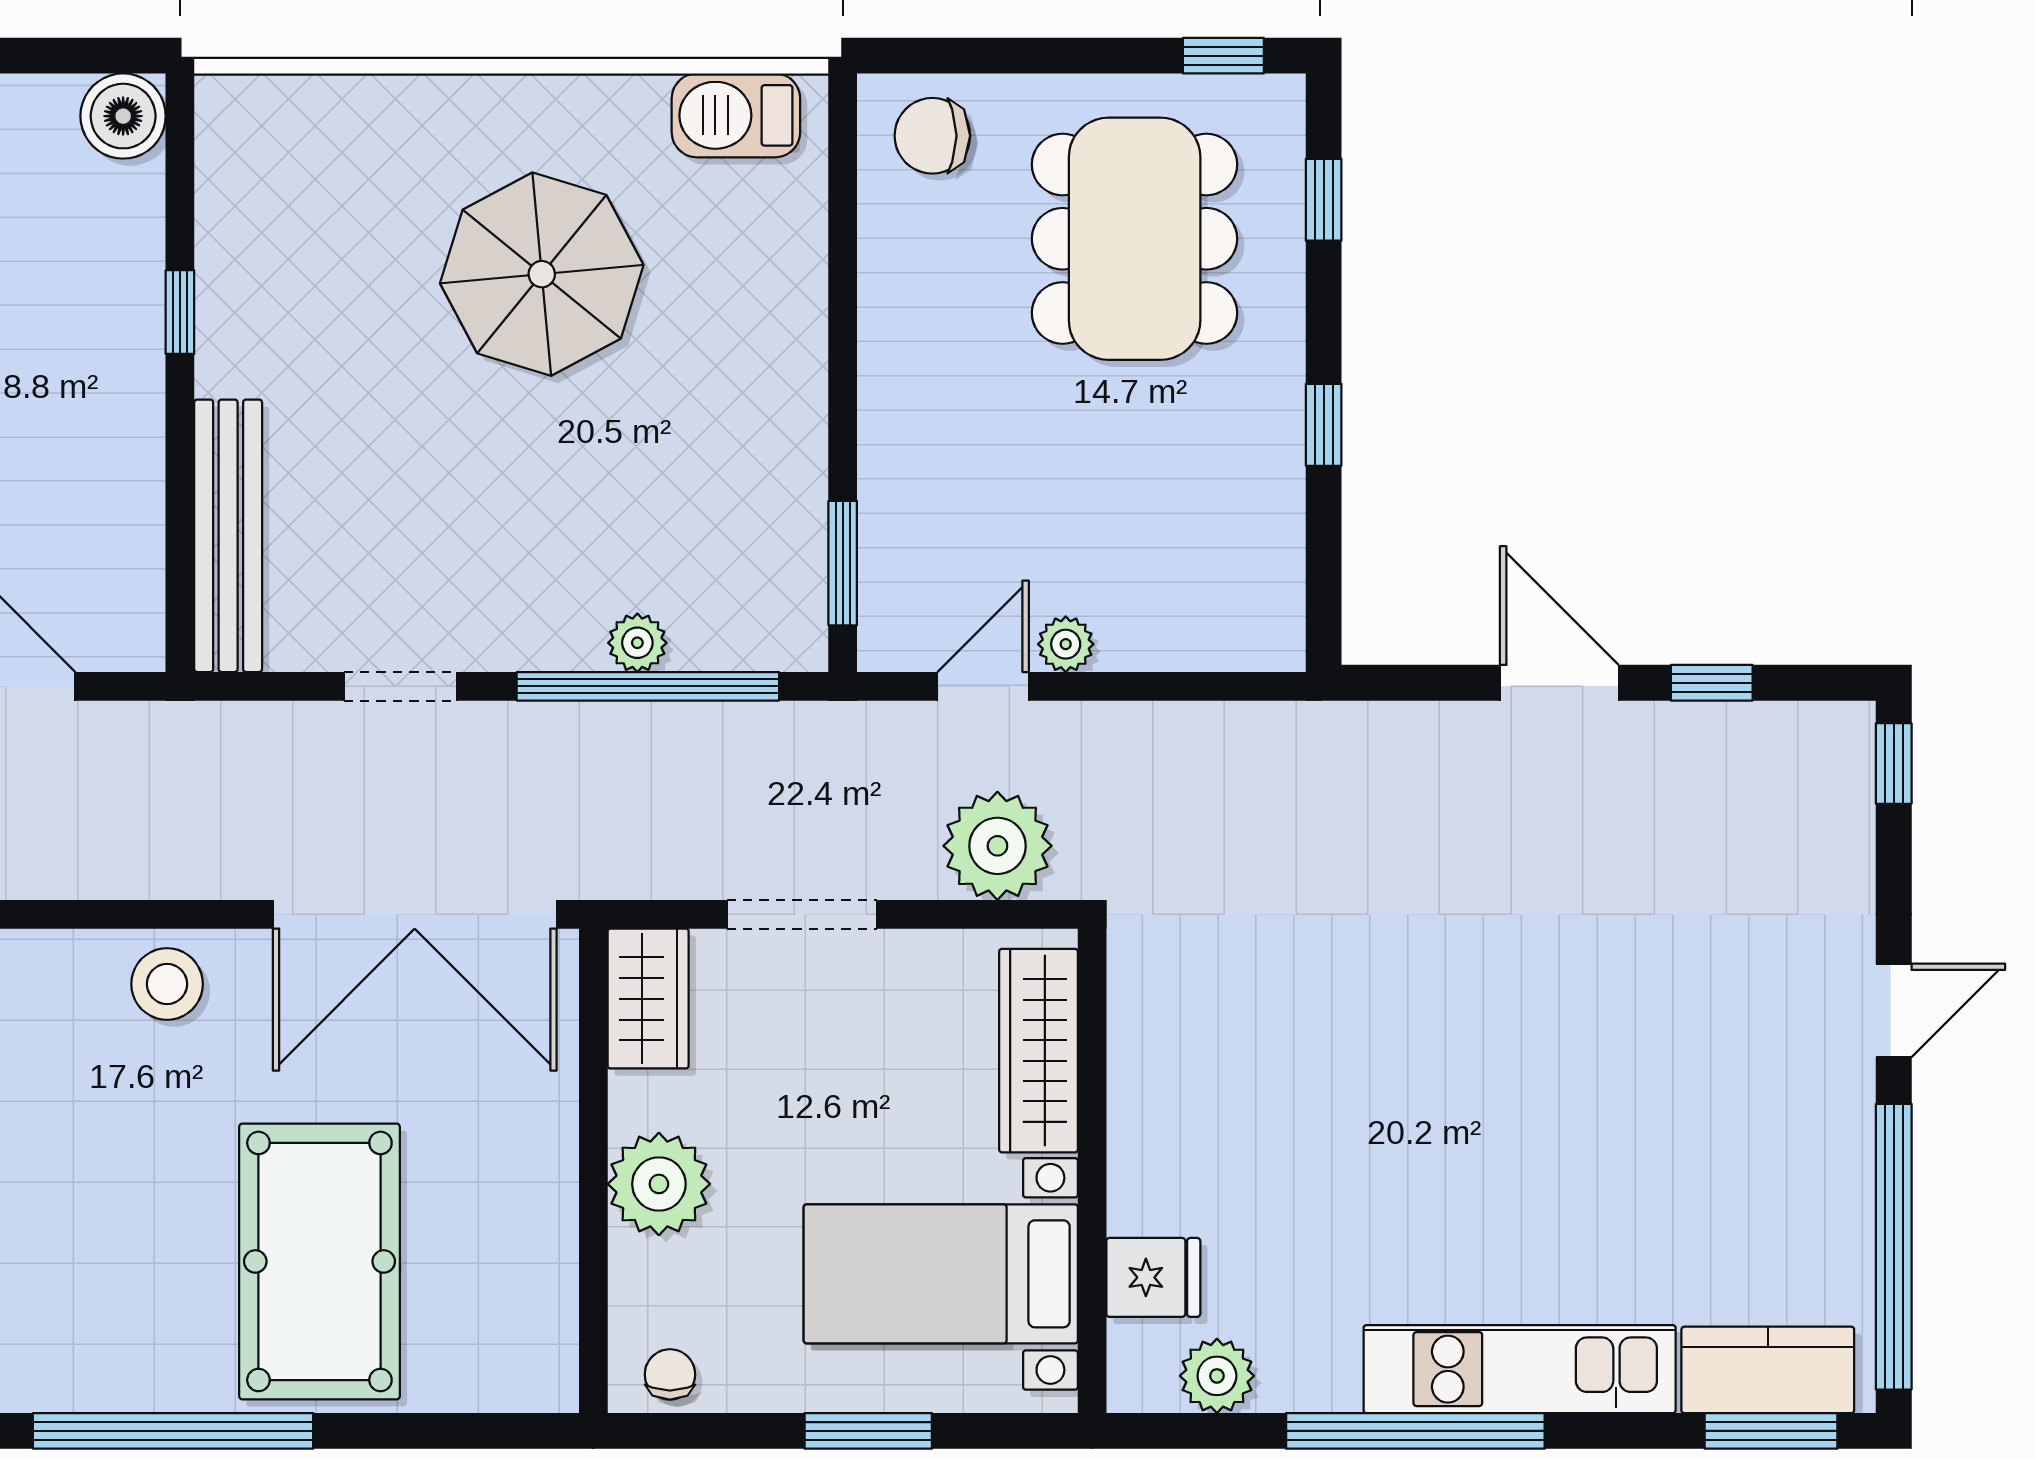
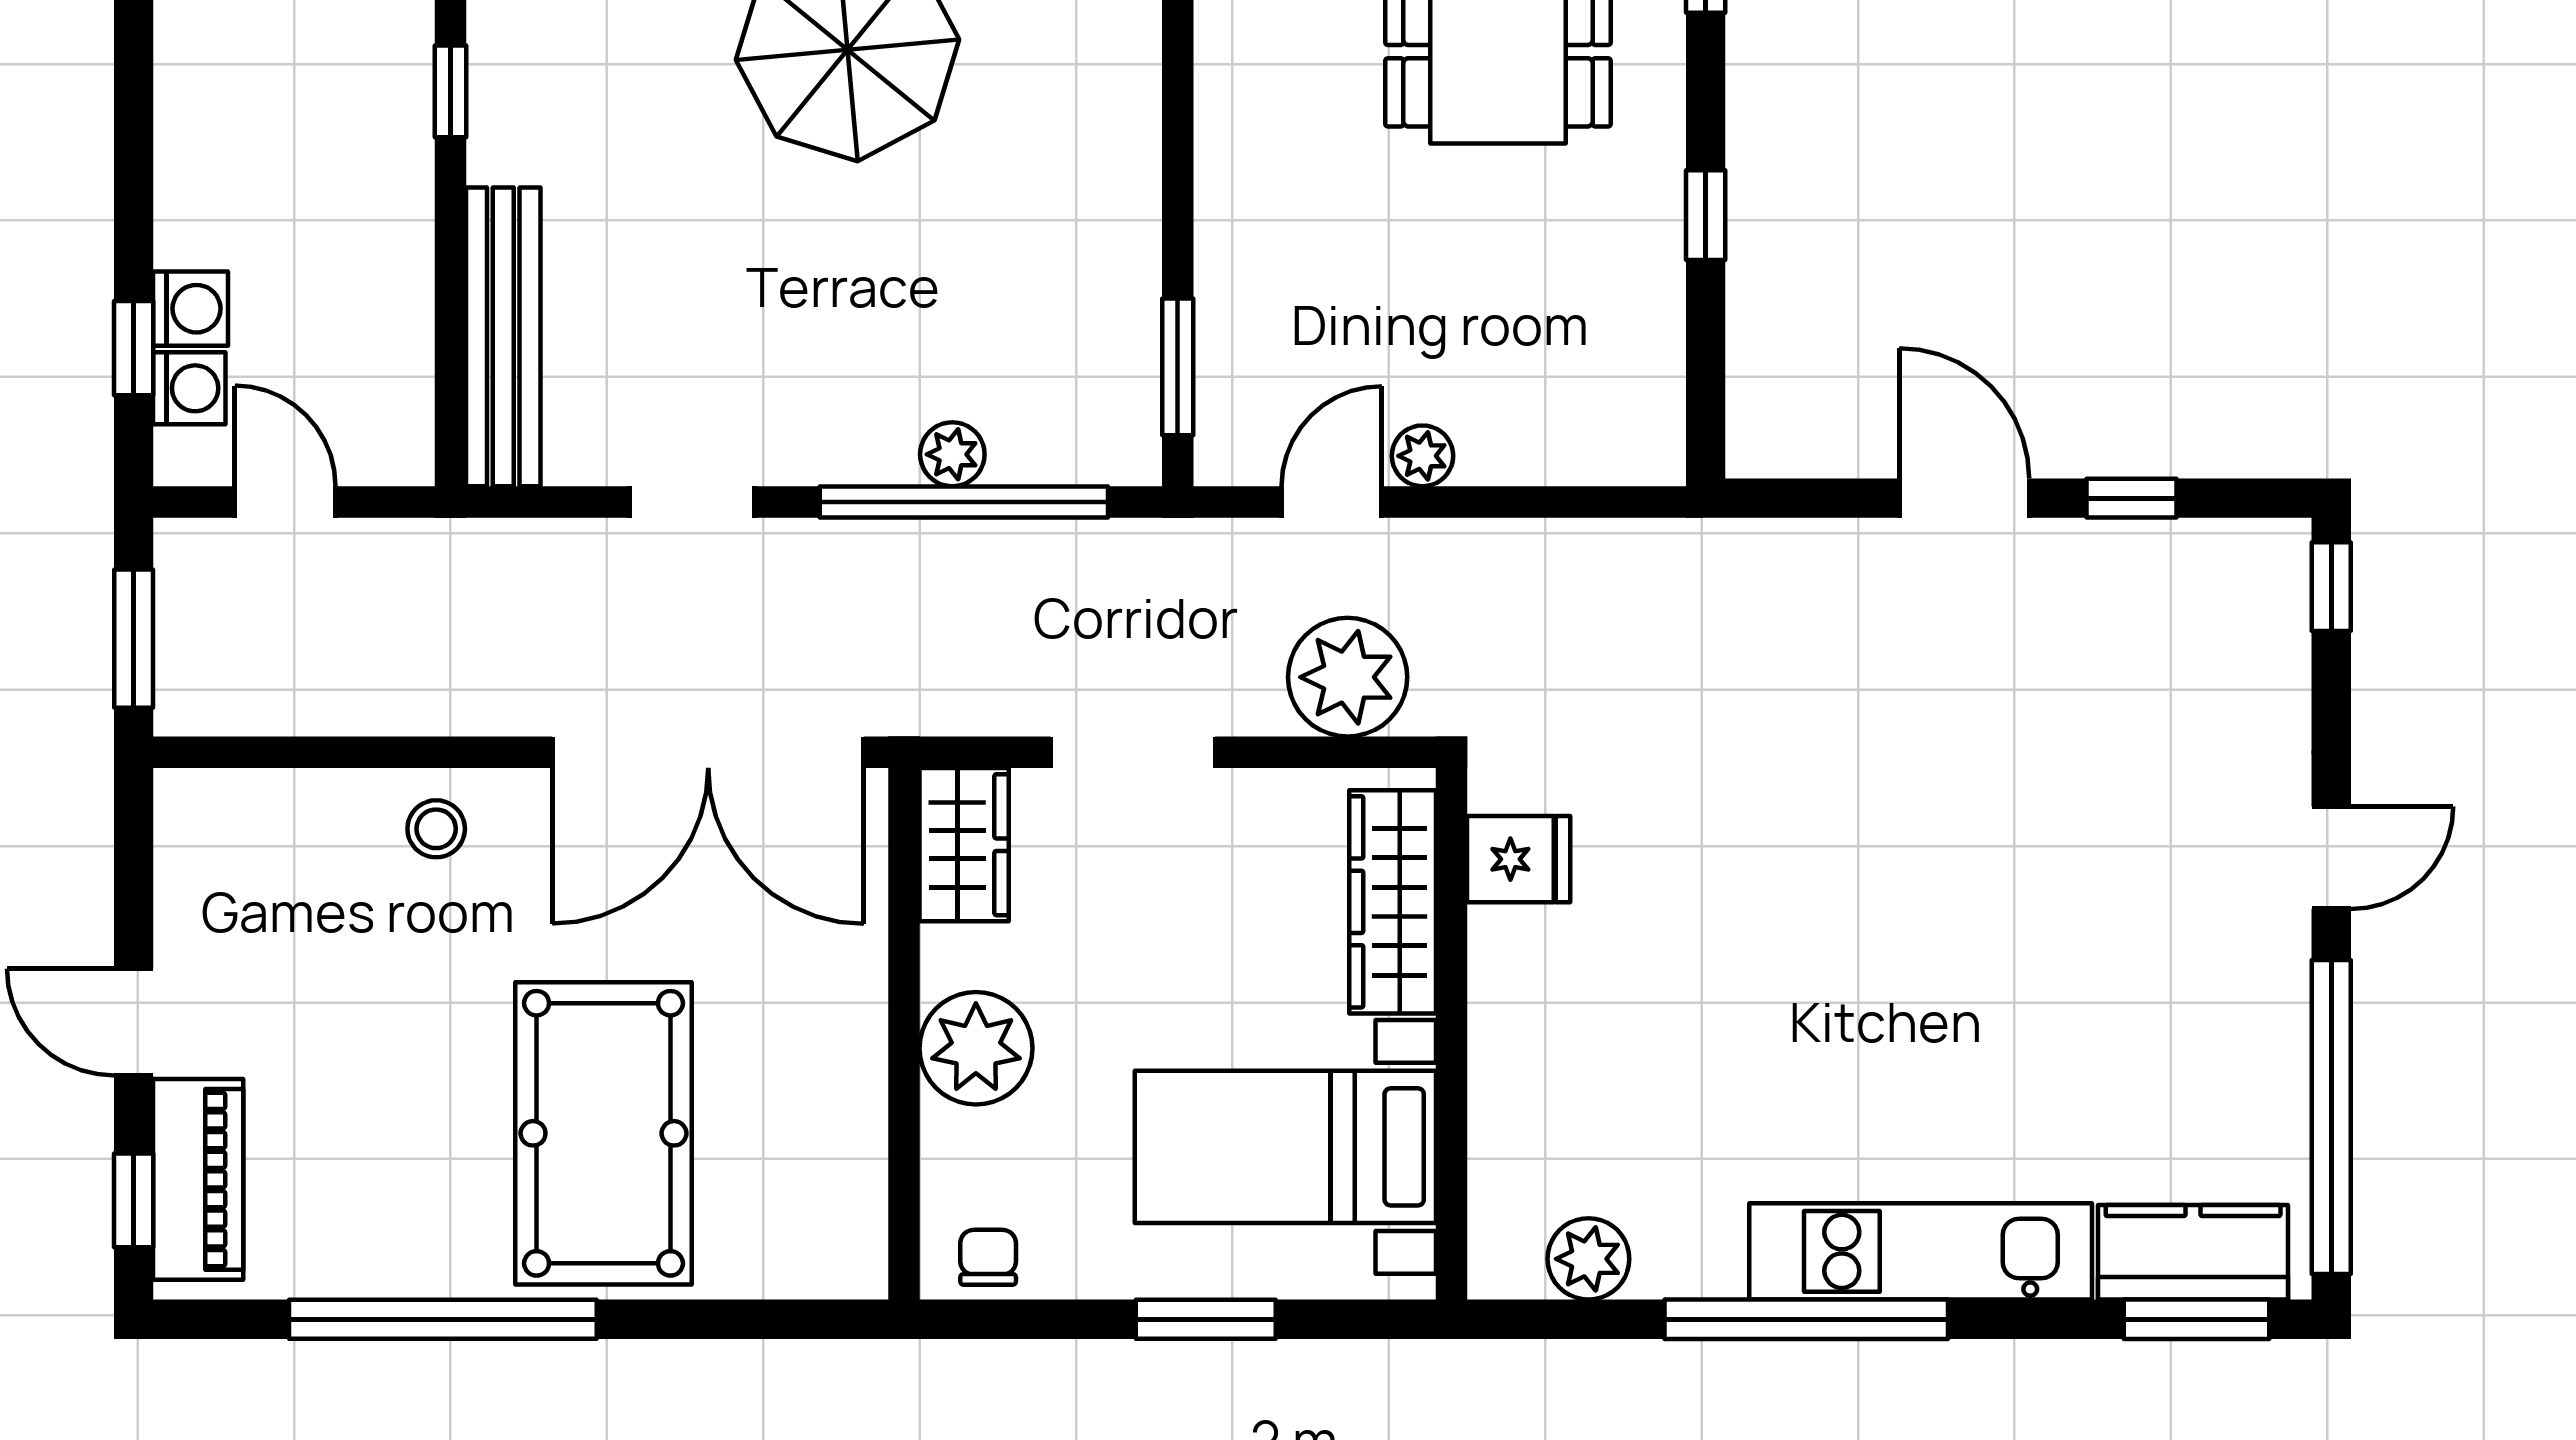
stool: (167, 984) -> (436, 829), width x0.73, depth x0.73
fridge: (1153, 1277) -> (1519, 859), moved

